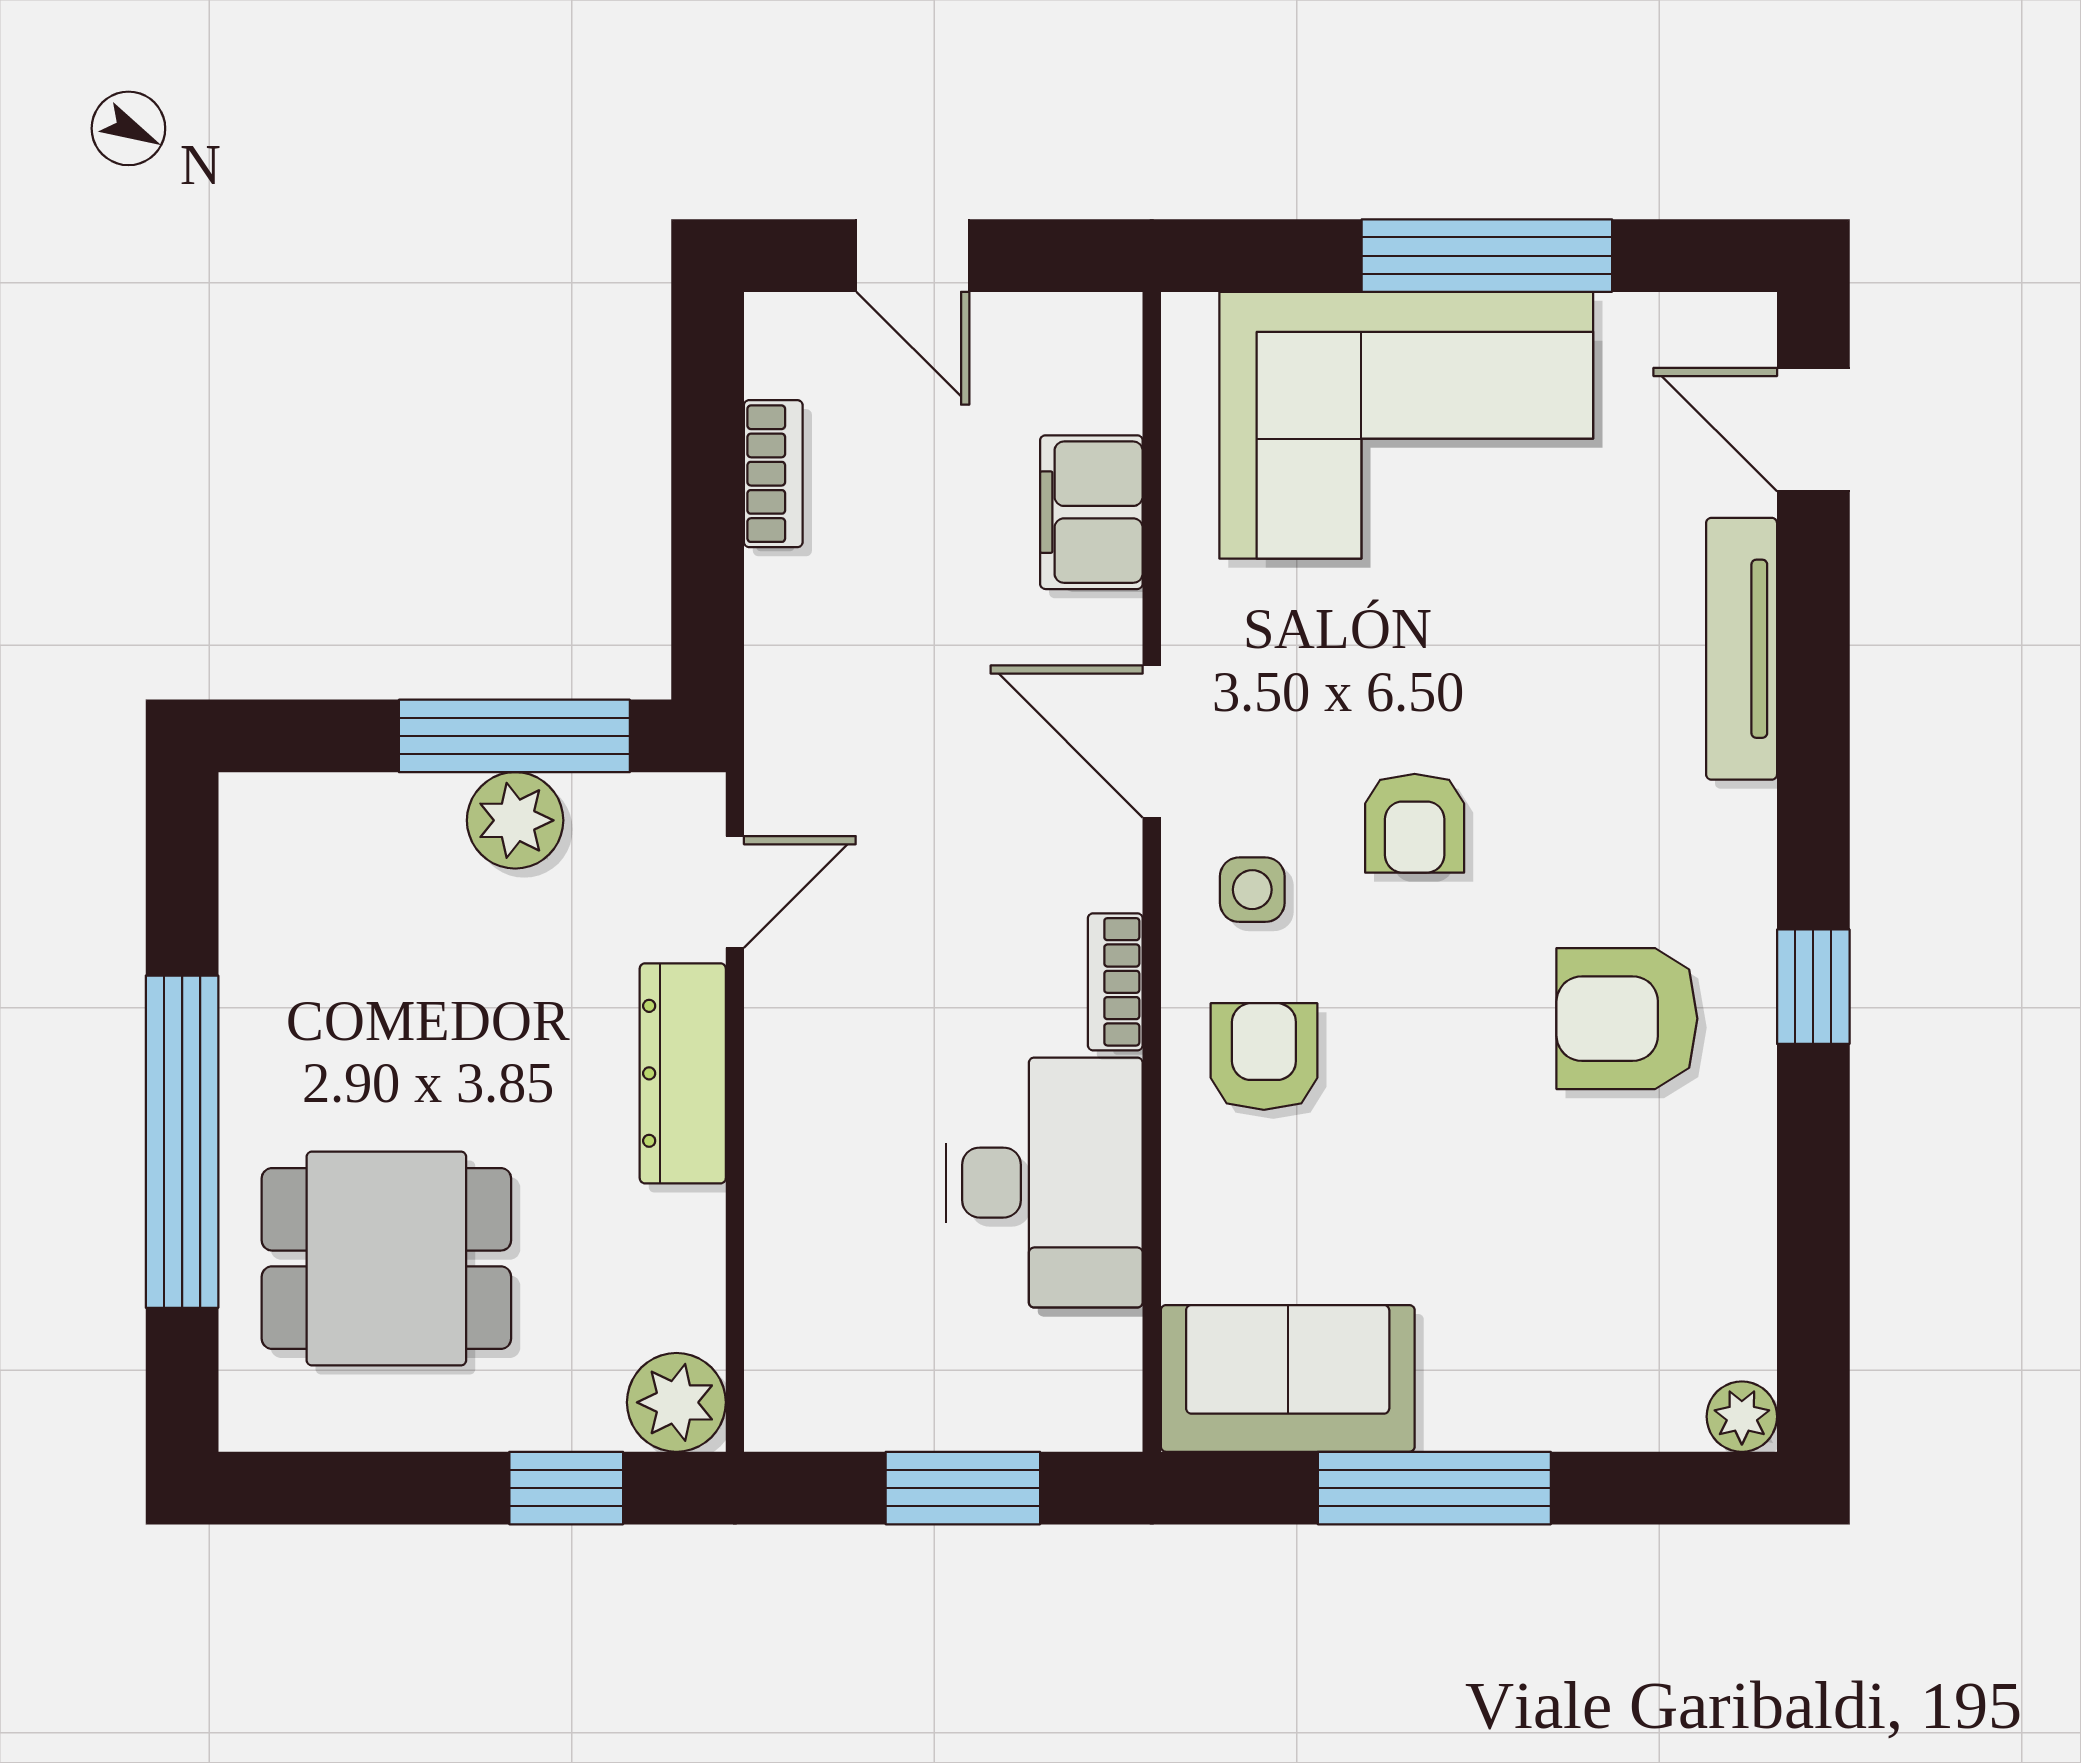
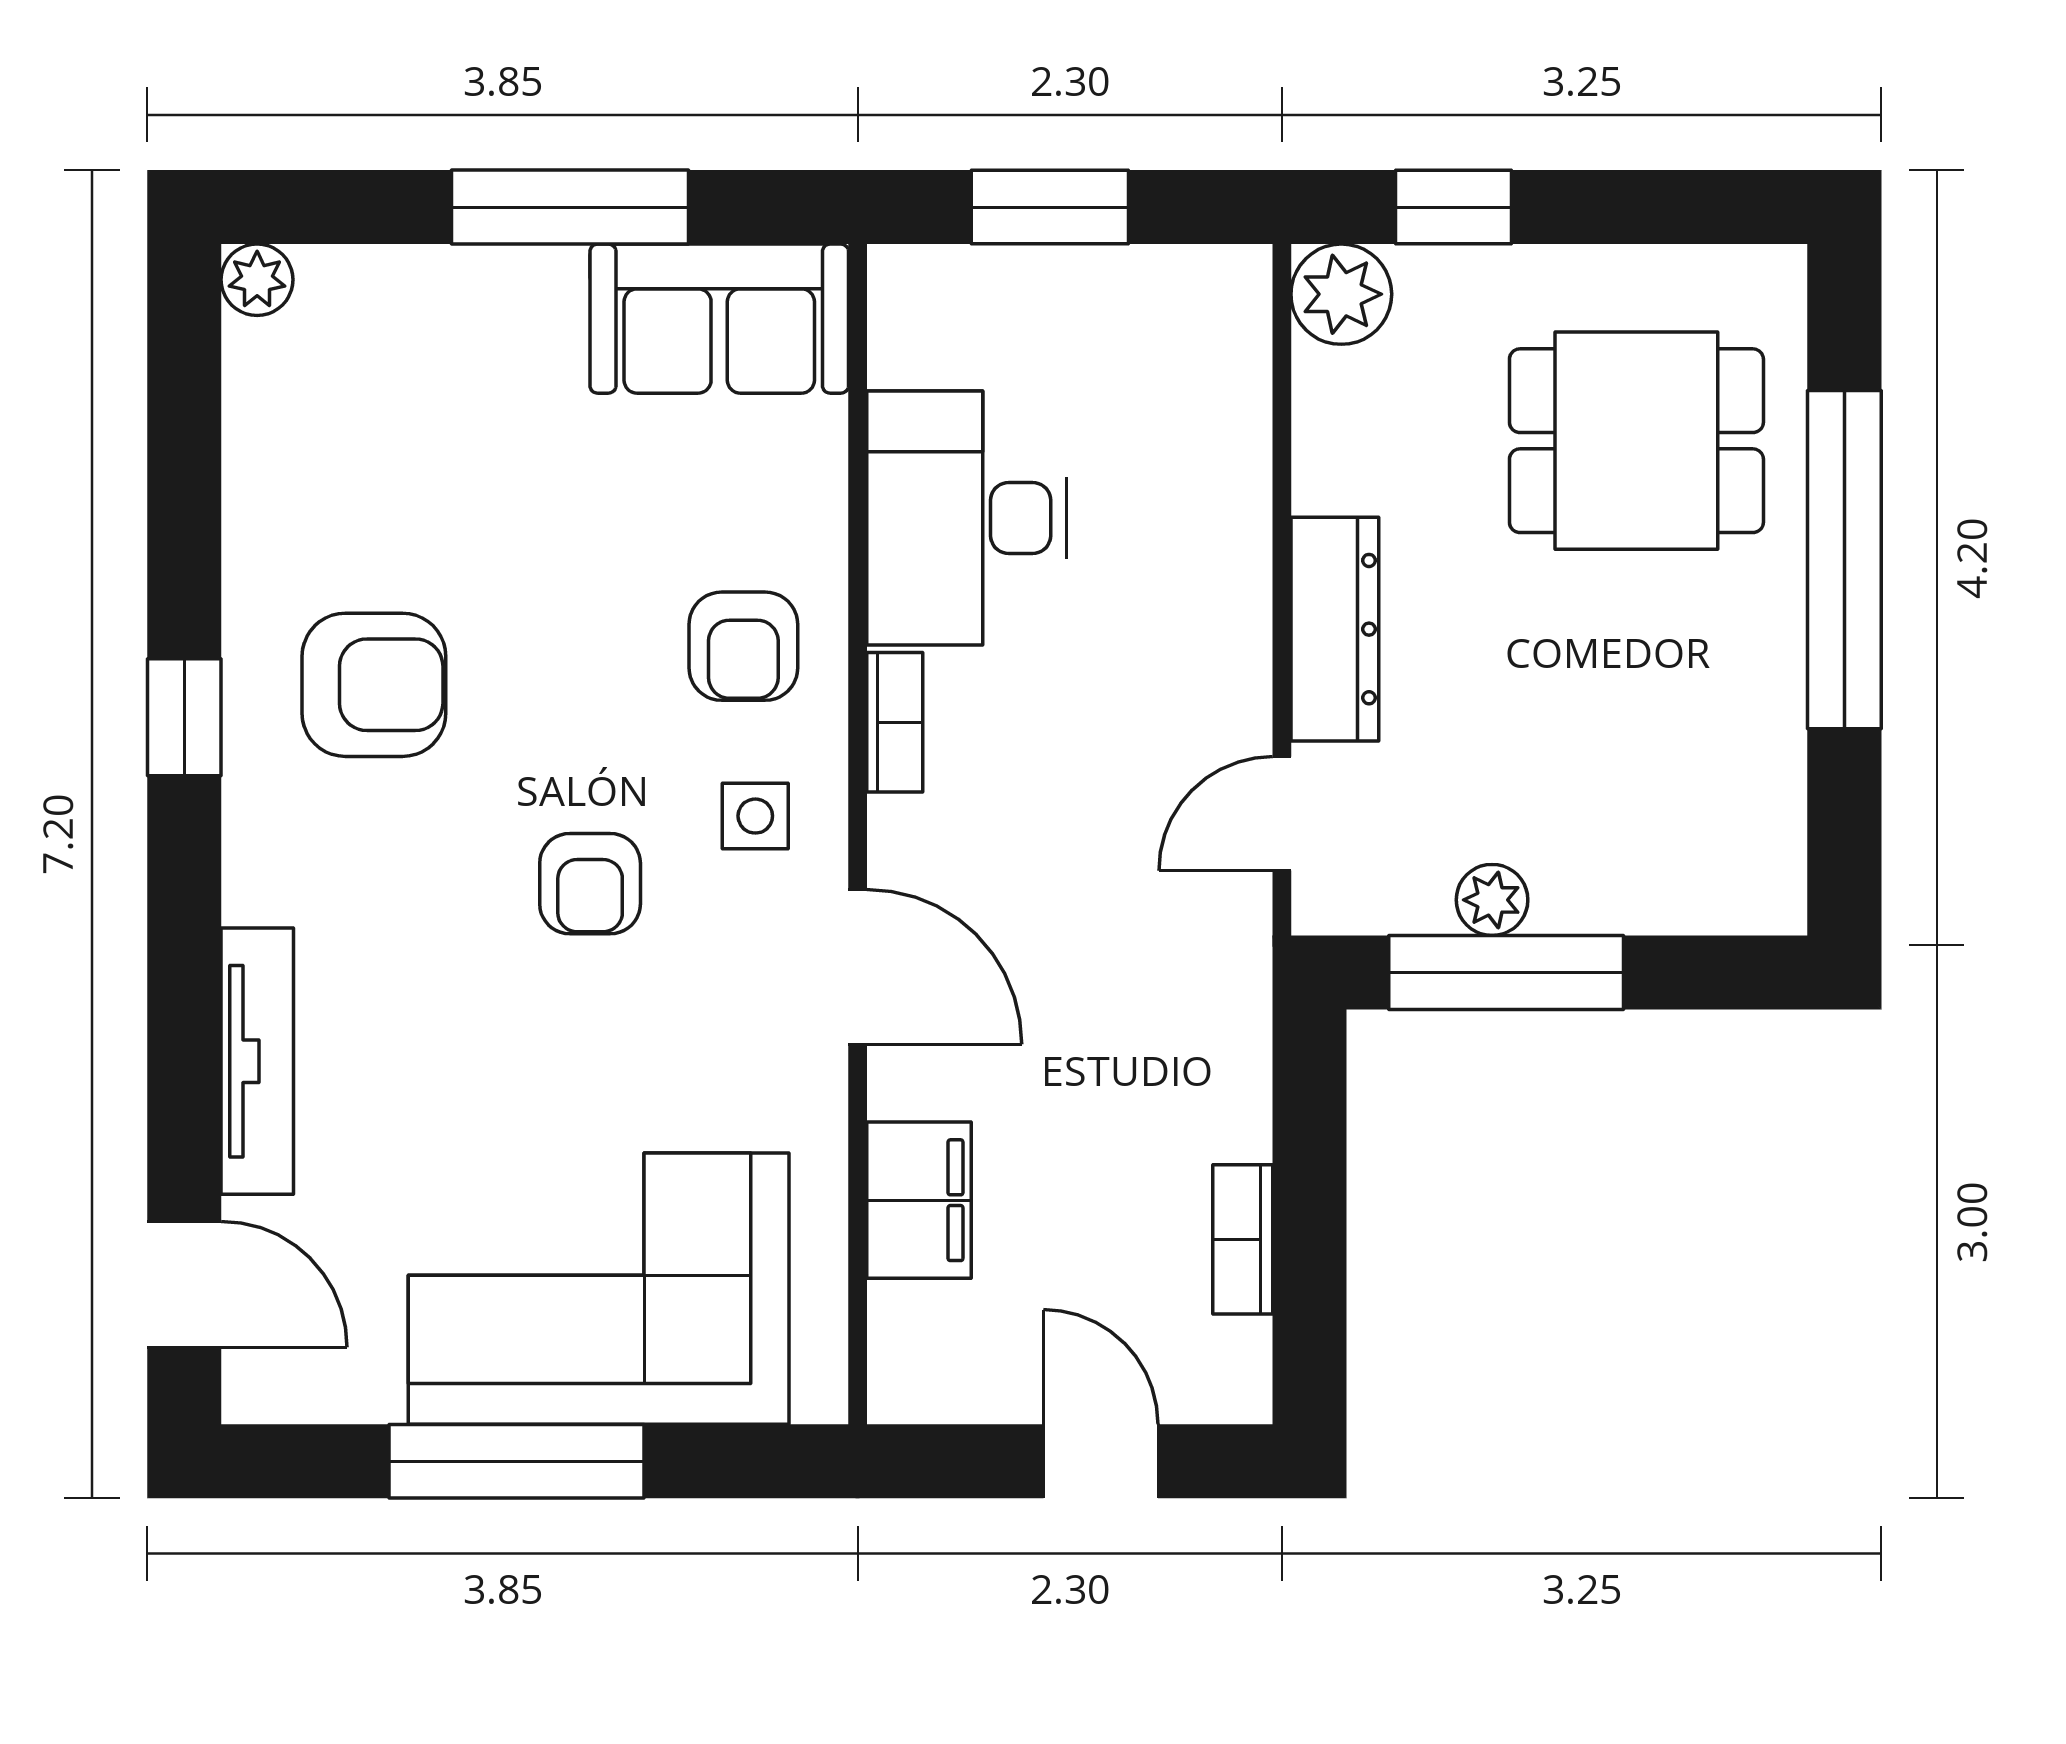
plant: (515, 820) -> (1492, 900), width x0.73, depth x0.73
armchair: (1415, 823) -> (590, 884), turned 180

